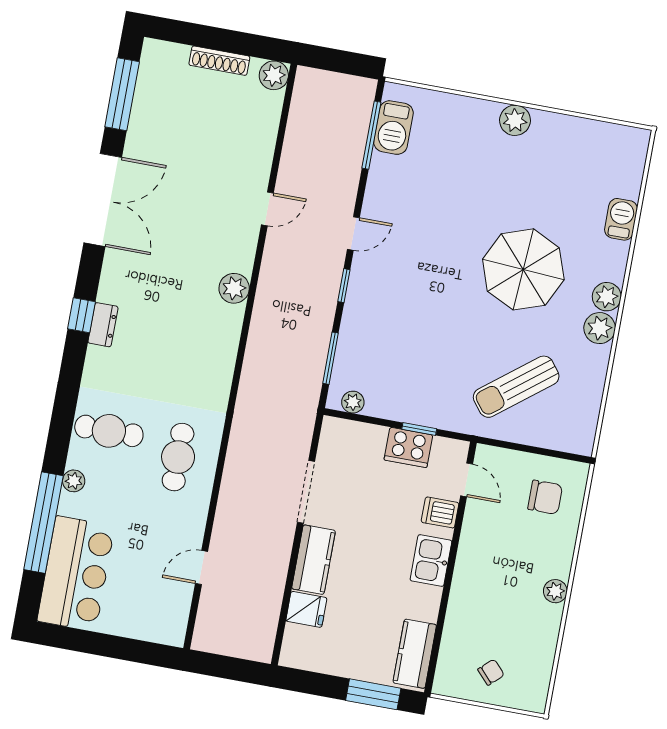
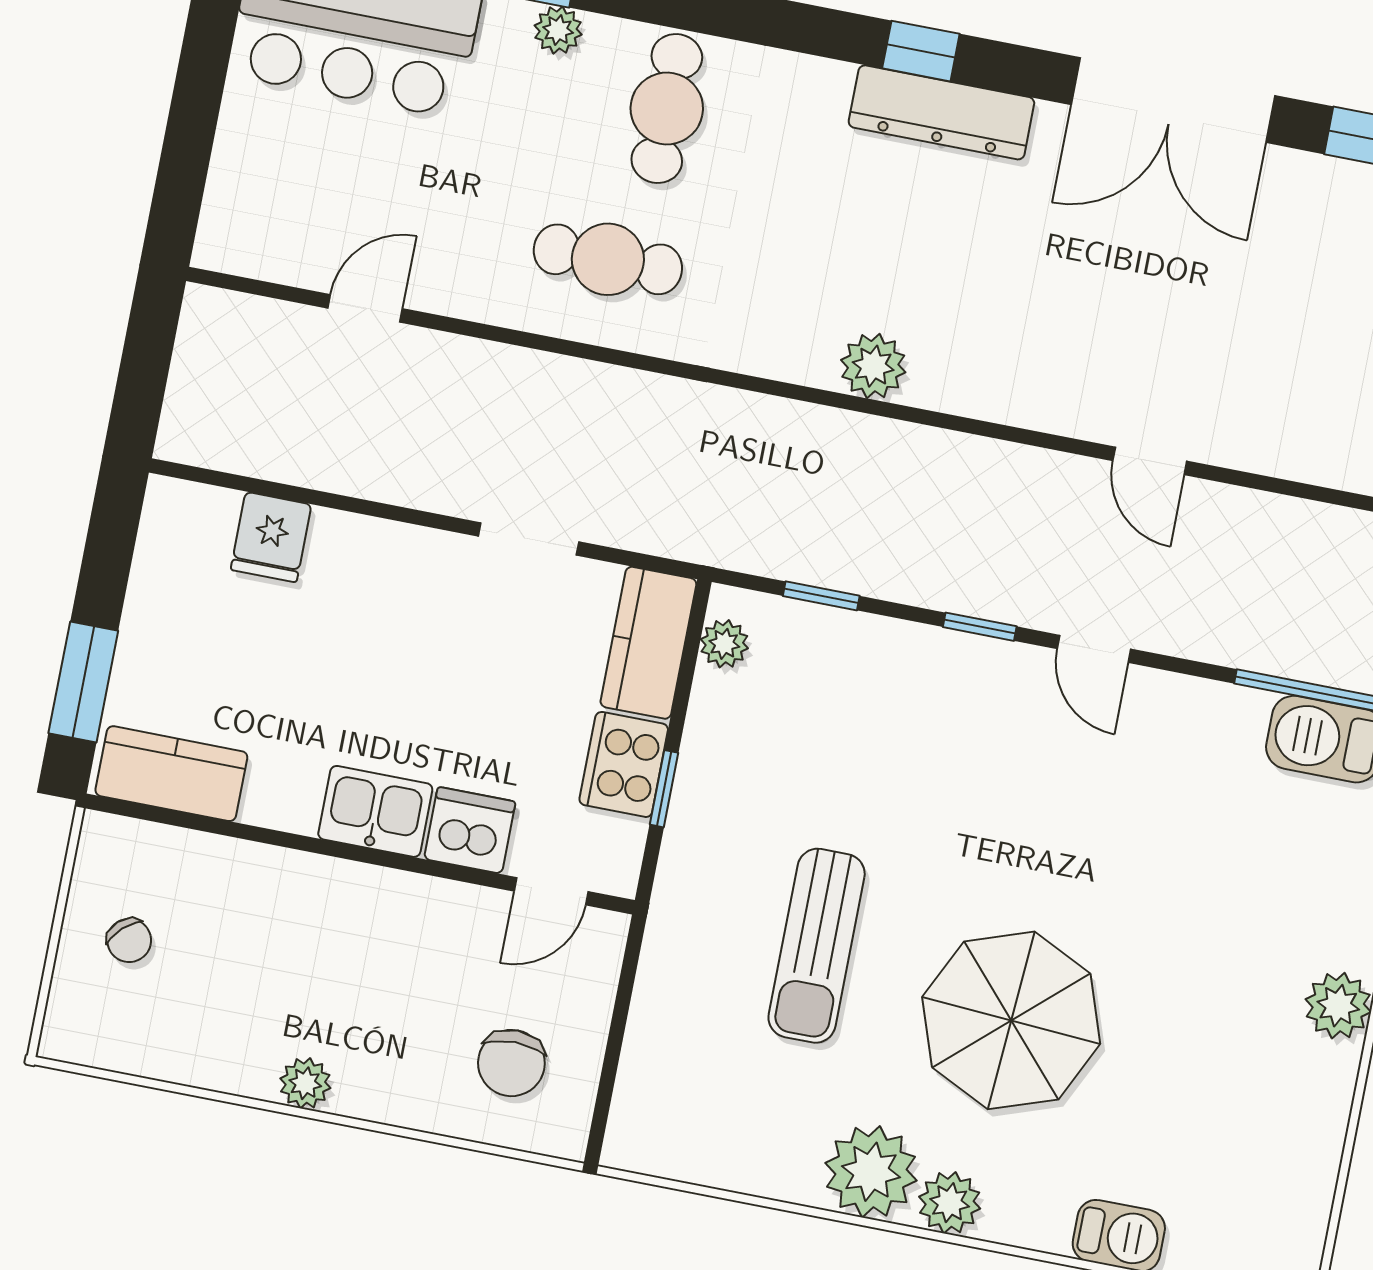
plant: (234, 288) -> (873, 366), moved
dresser: (103, 325) -> (941, 112), width x1.96, depth x1.24
plant: (600, 328) -> (871, 1172), width x1.36, depth x1.36
window: (331, 358) -> (821, 596), width x0.67
sun lounger: (516, 387) -> (817, 946), moved, turned -142
doorway: (306, 492) -> (529, 539), width x0.73
dishwasher: (440, 512) -> (470, 830), width x1.38
kitchen counter: (314, 560) -> (648, 643), moved, turned 90
door: (202, 568) -> (365, 308), hinge flipped

